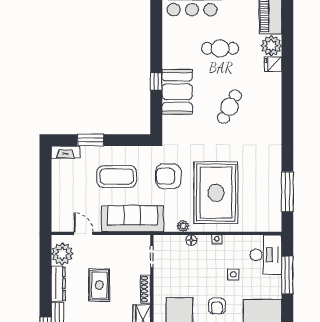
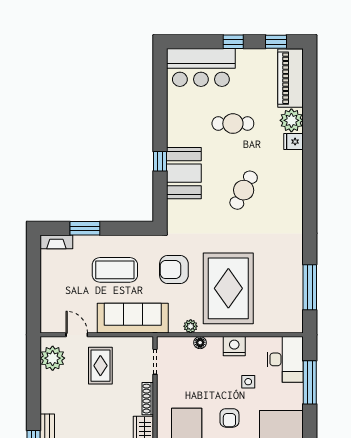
nightstand: (217, 240) -> (234, 346), width x1.89, depth x1.79
dresser: (58, 284) -> (48, 392), removed
rug: (99, 285) -> (100, 366), moved

